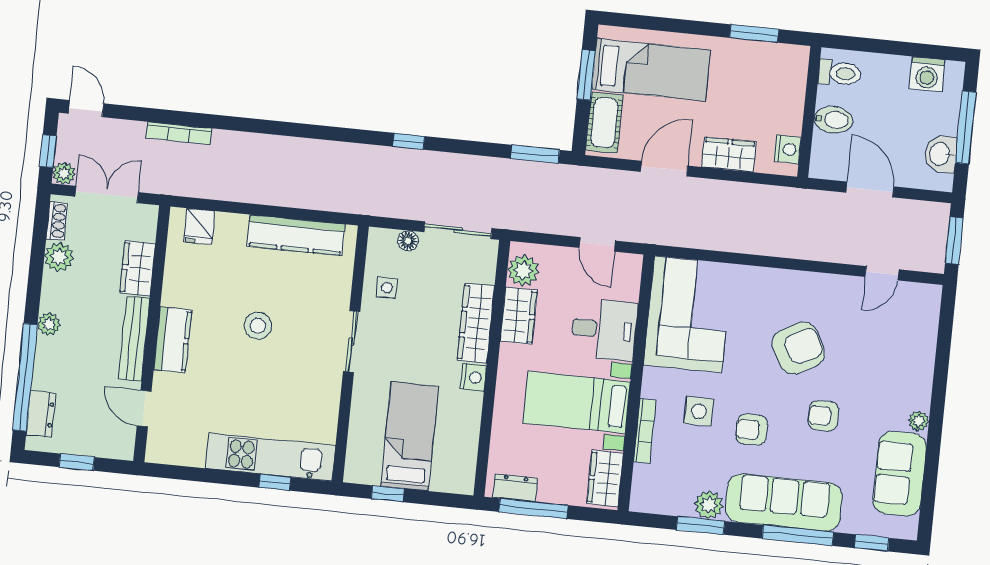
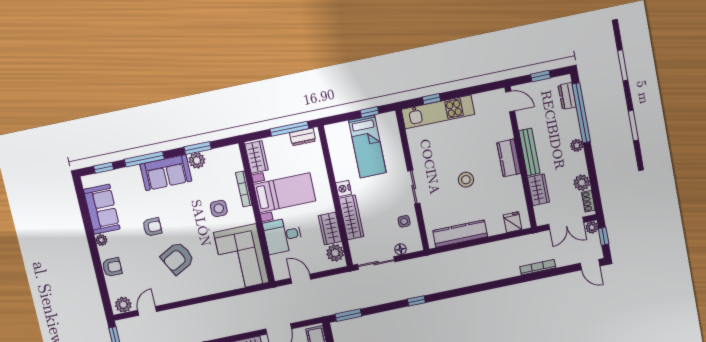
plant: (919, 297) -> (123, 305), added
door: (144, 409) -> (510, 101), moved
armchair: (752, 430) -> (112, 267), moved
sofa: (784, 503) -> (166, 173), width x0.73

